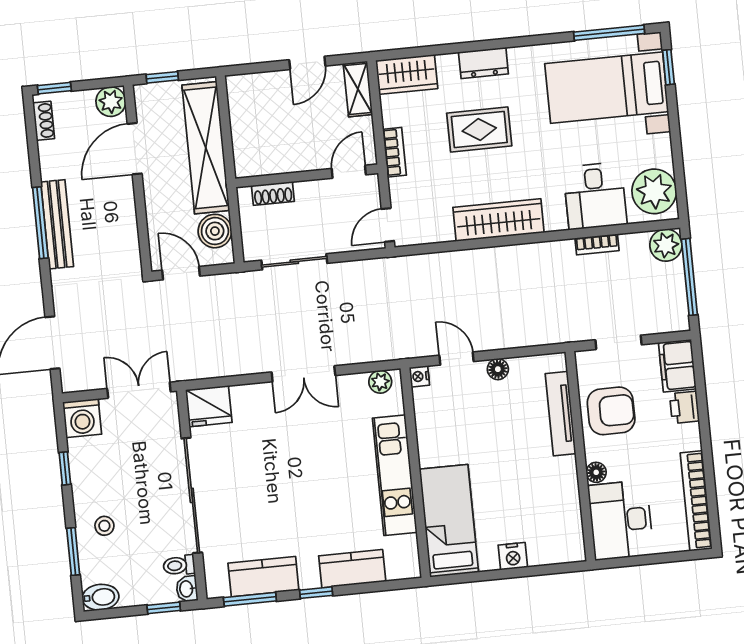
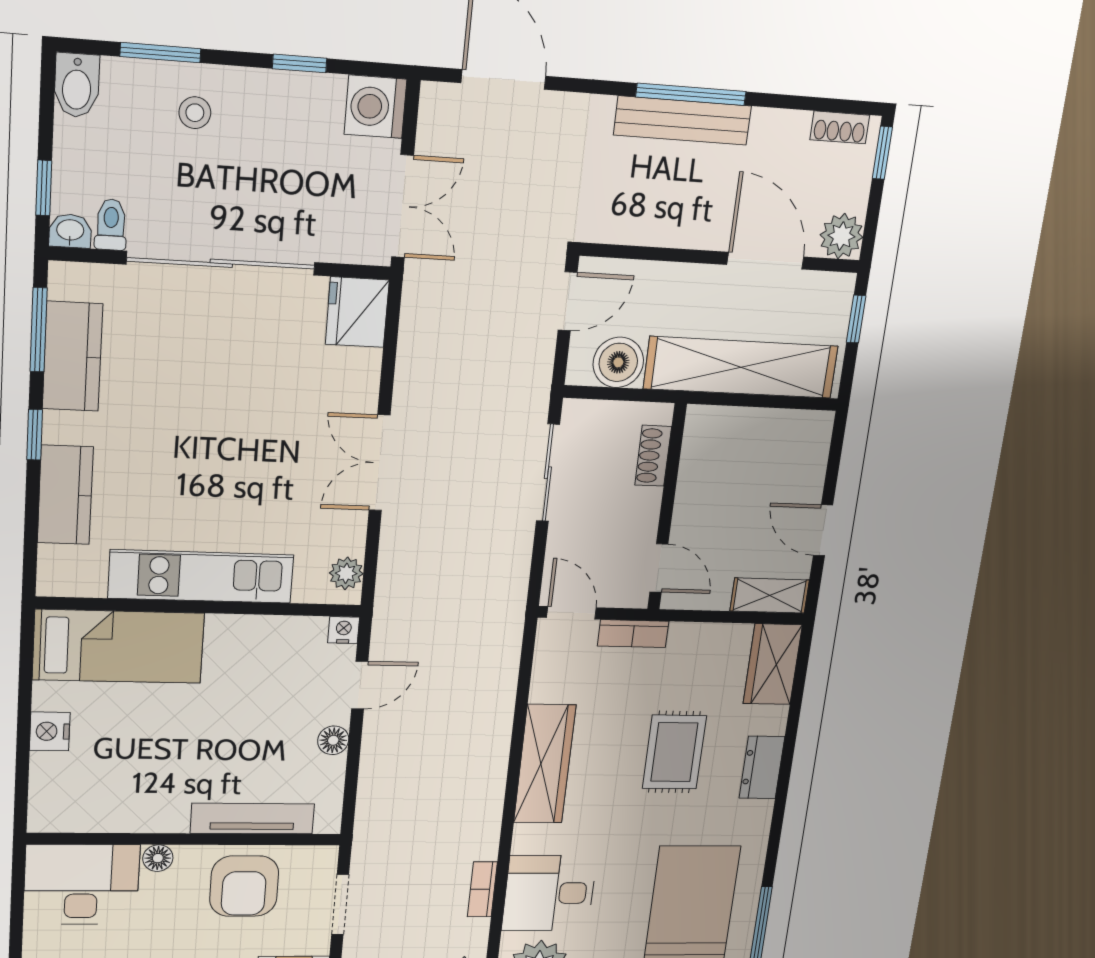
bookcase: (394, 152) -> (633, 634), moved

